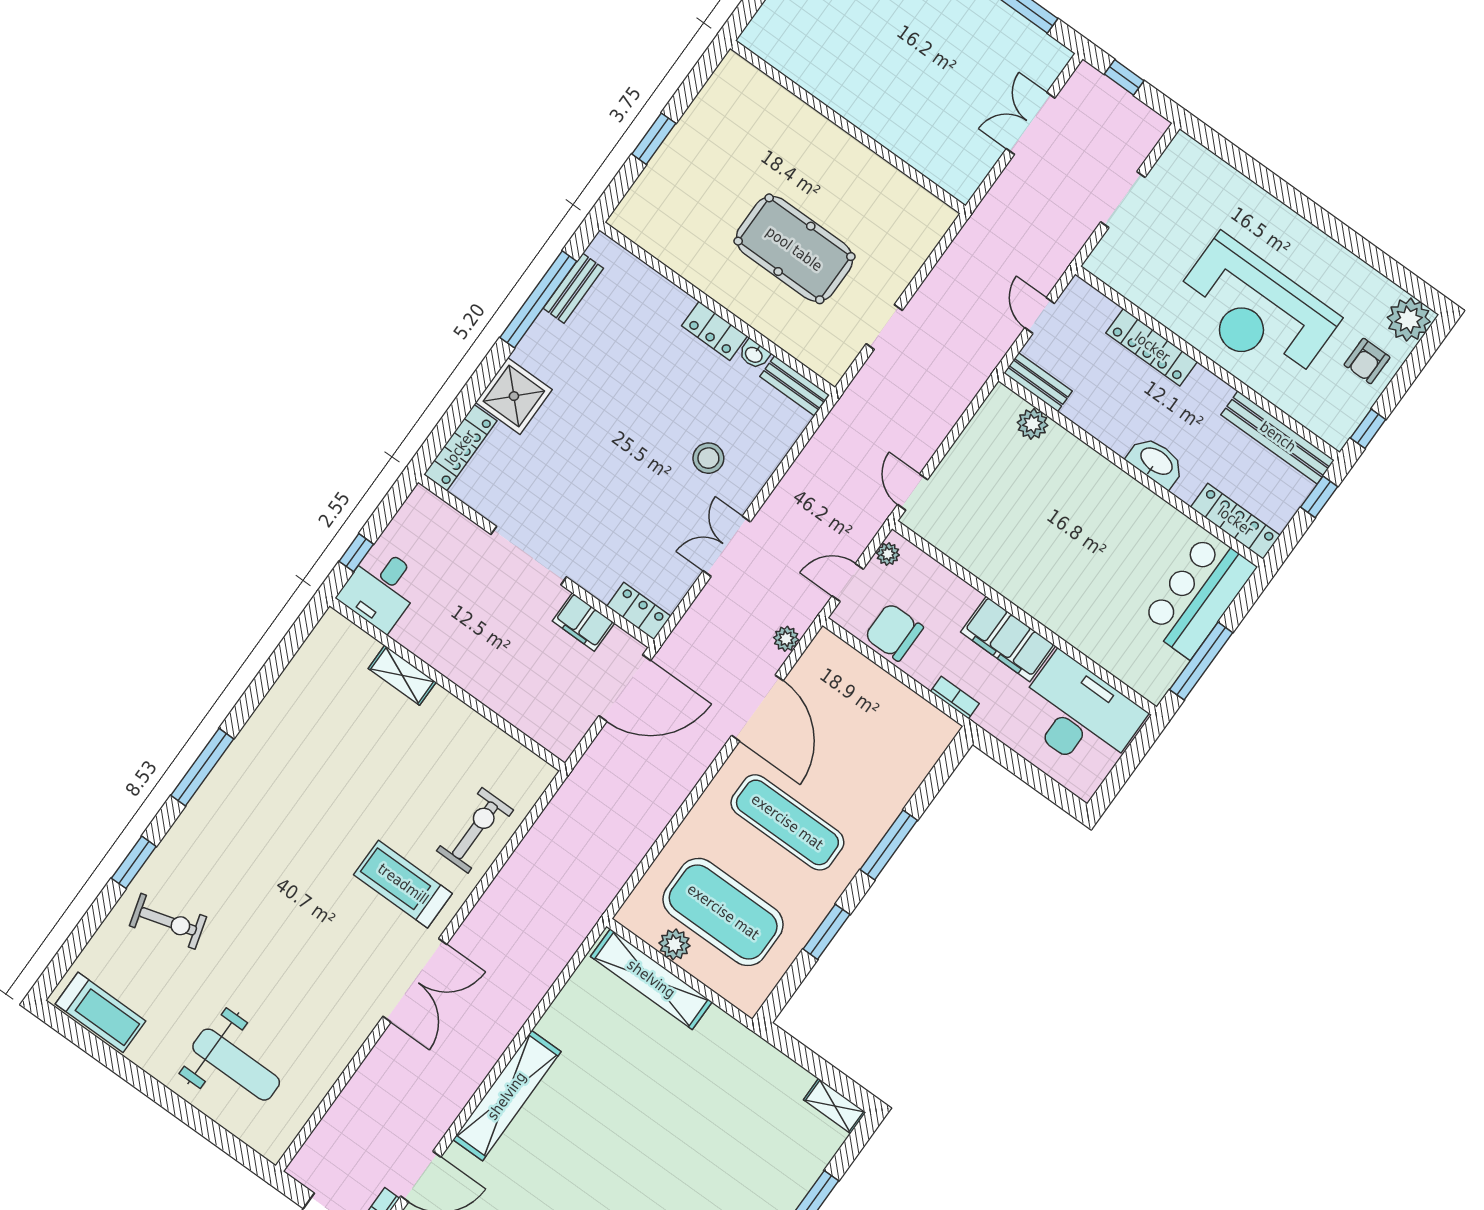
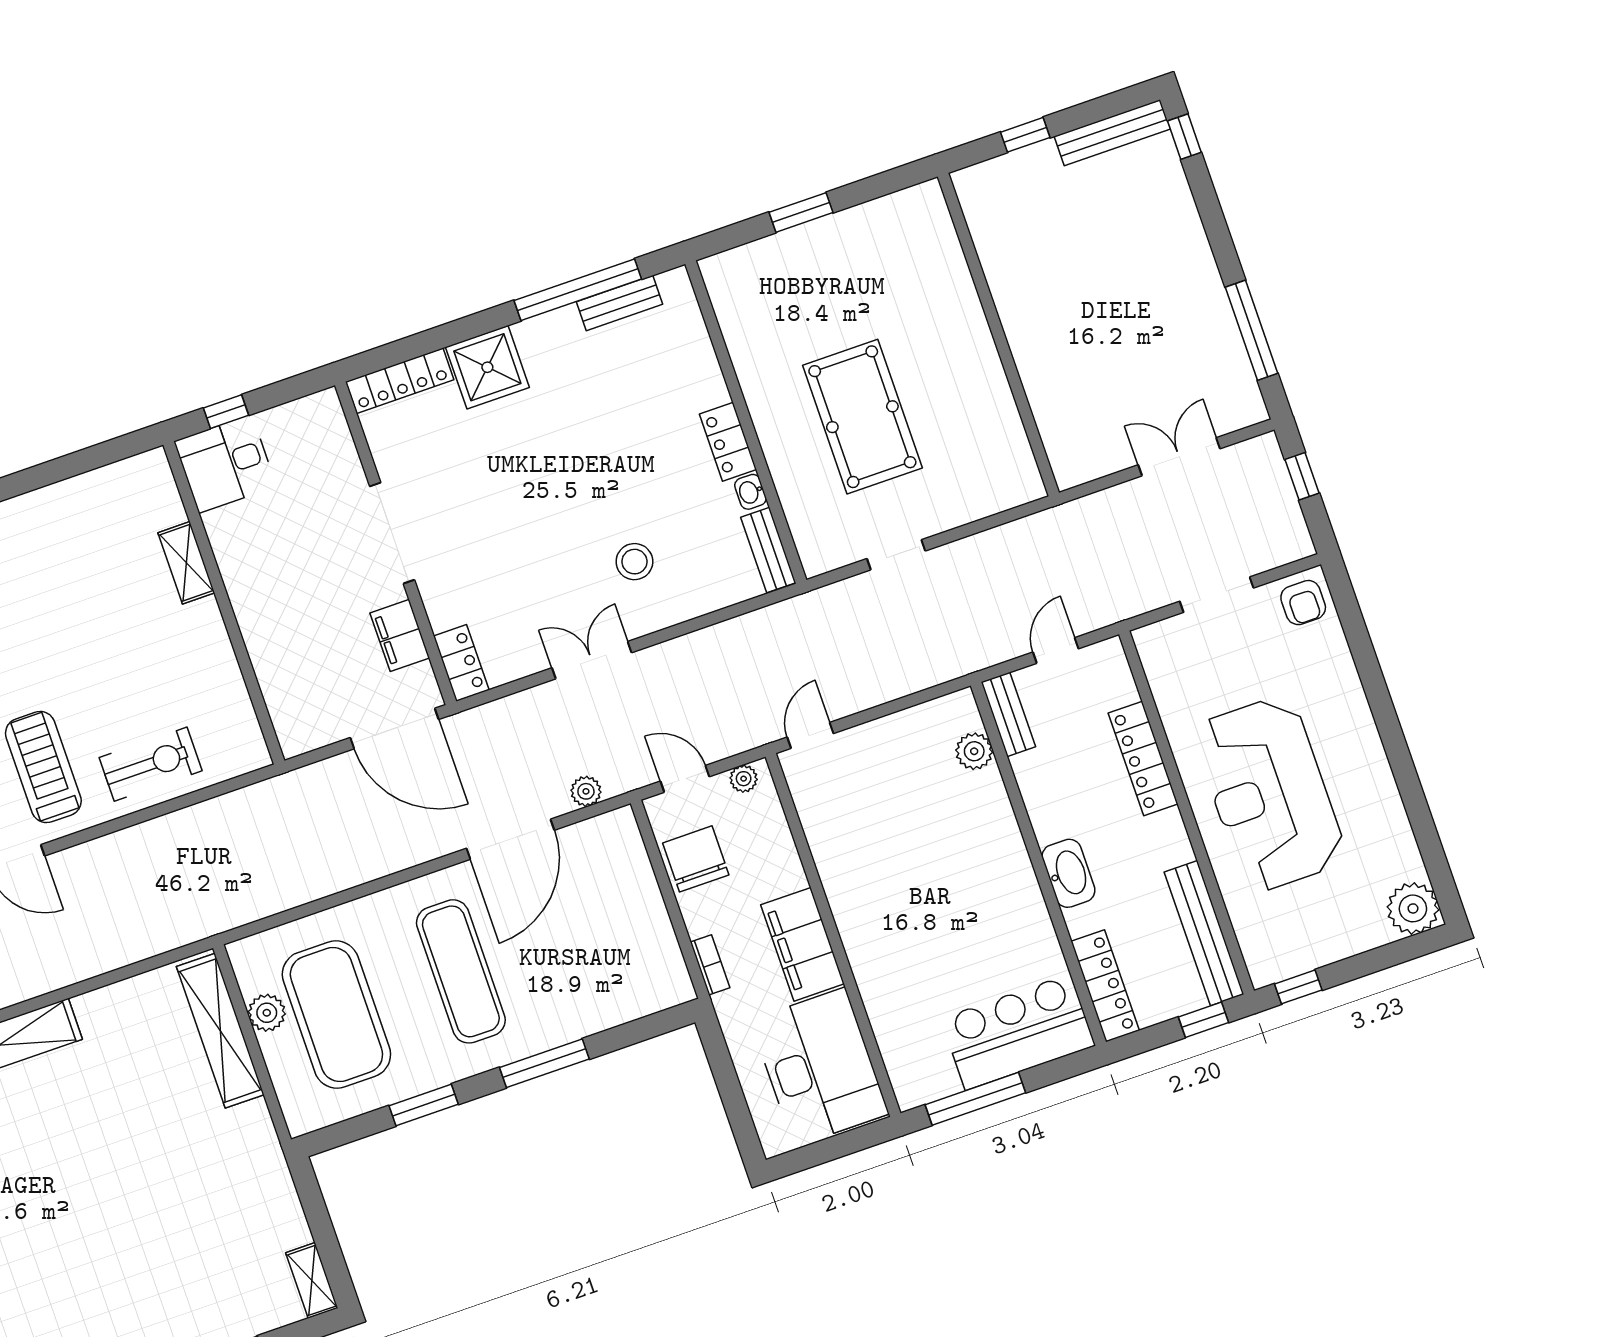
armchair: (1367, 361) -> (1303, 603), moved, turned -90

